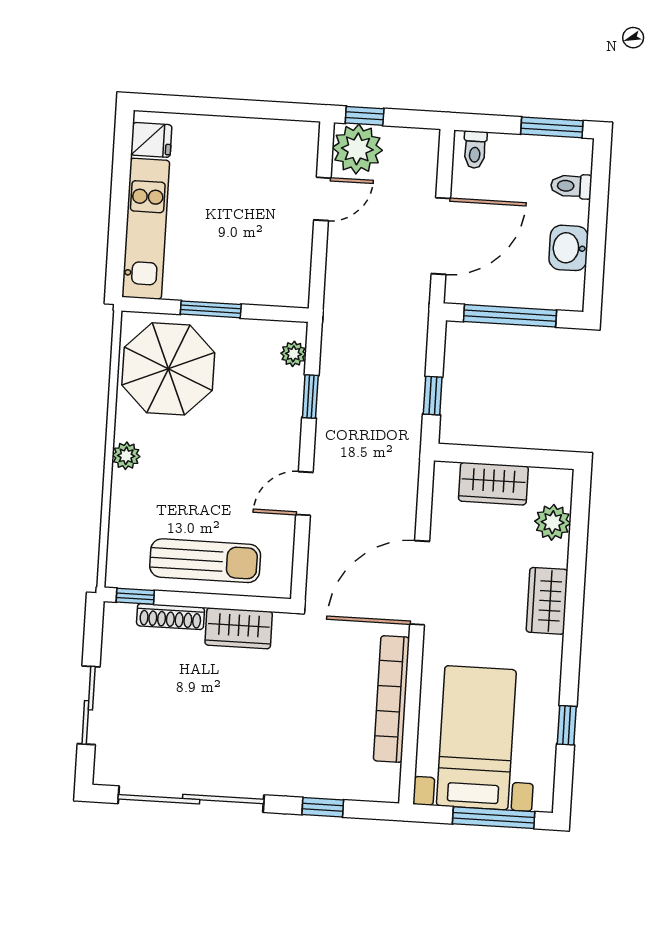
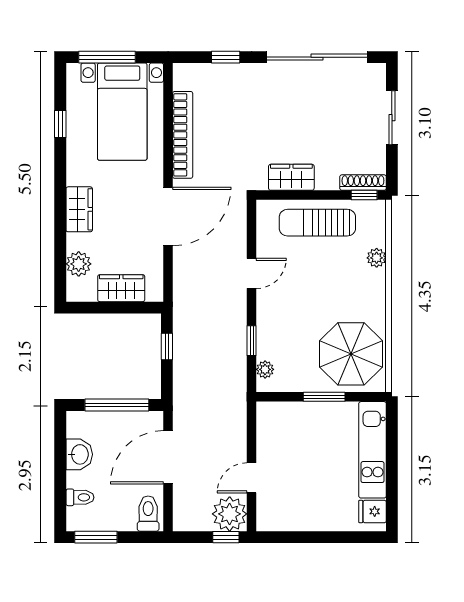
toilet: (475, 150) -> (148, 514), width x1.37, depth x1.39
plant: (126, 456) -> (377, 258), moved
shoe rack: (170, 617) -> (363, 183), moved

